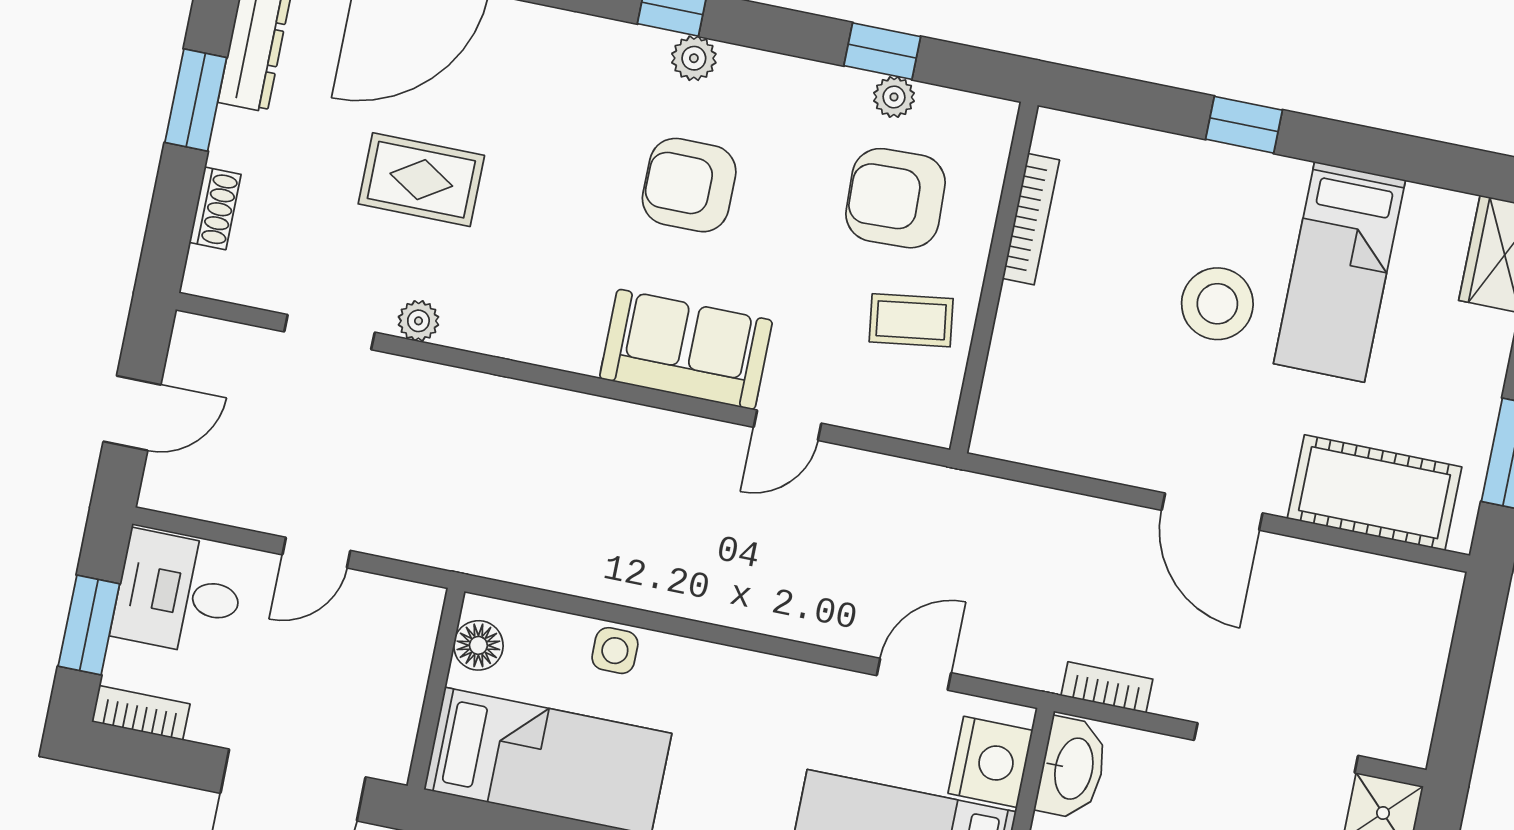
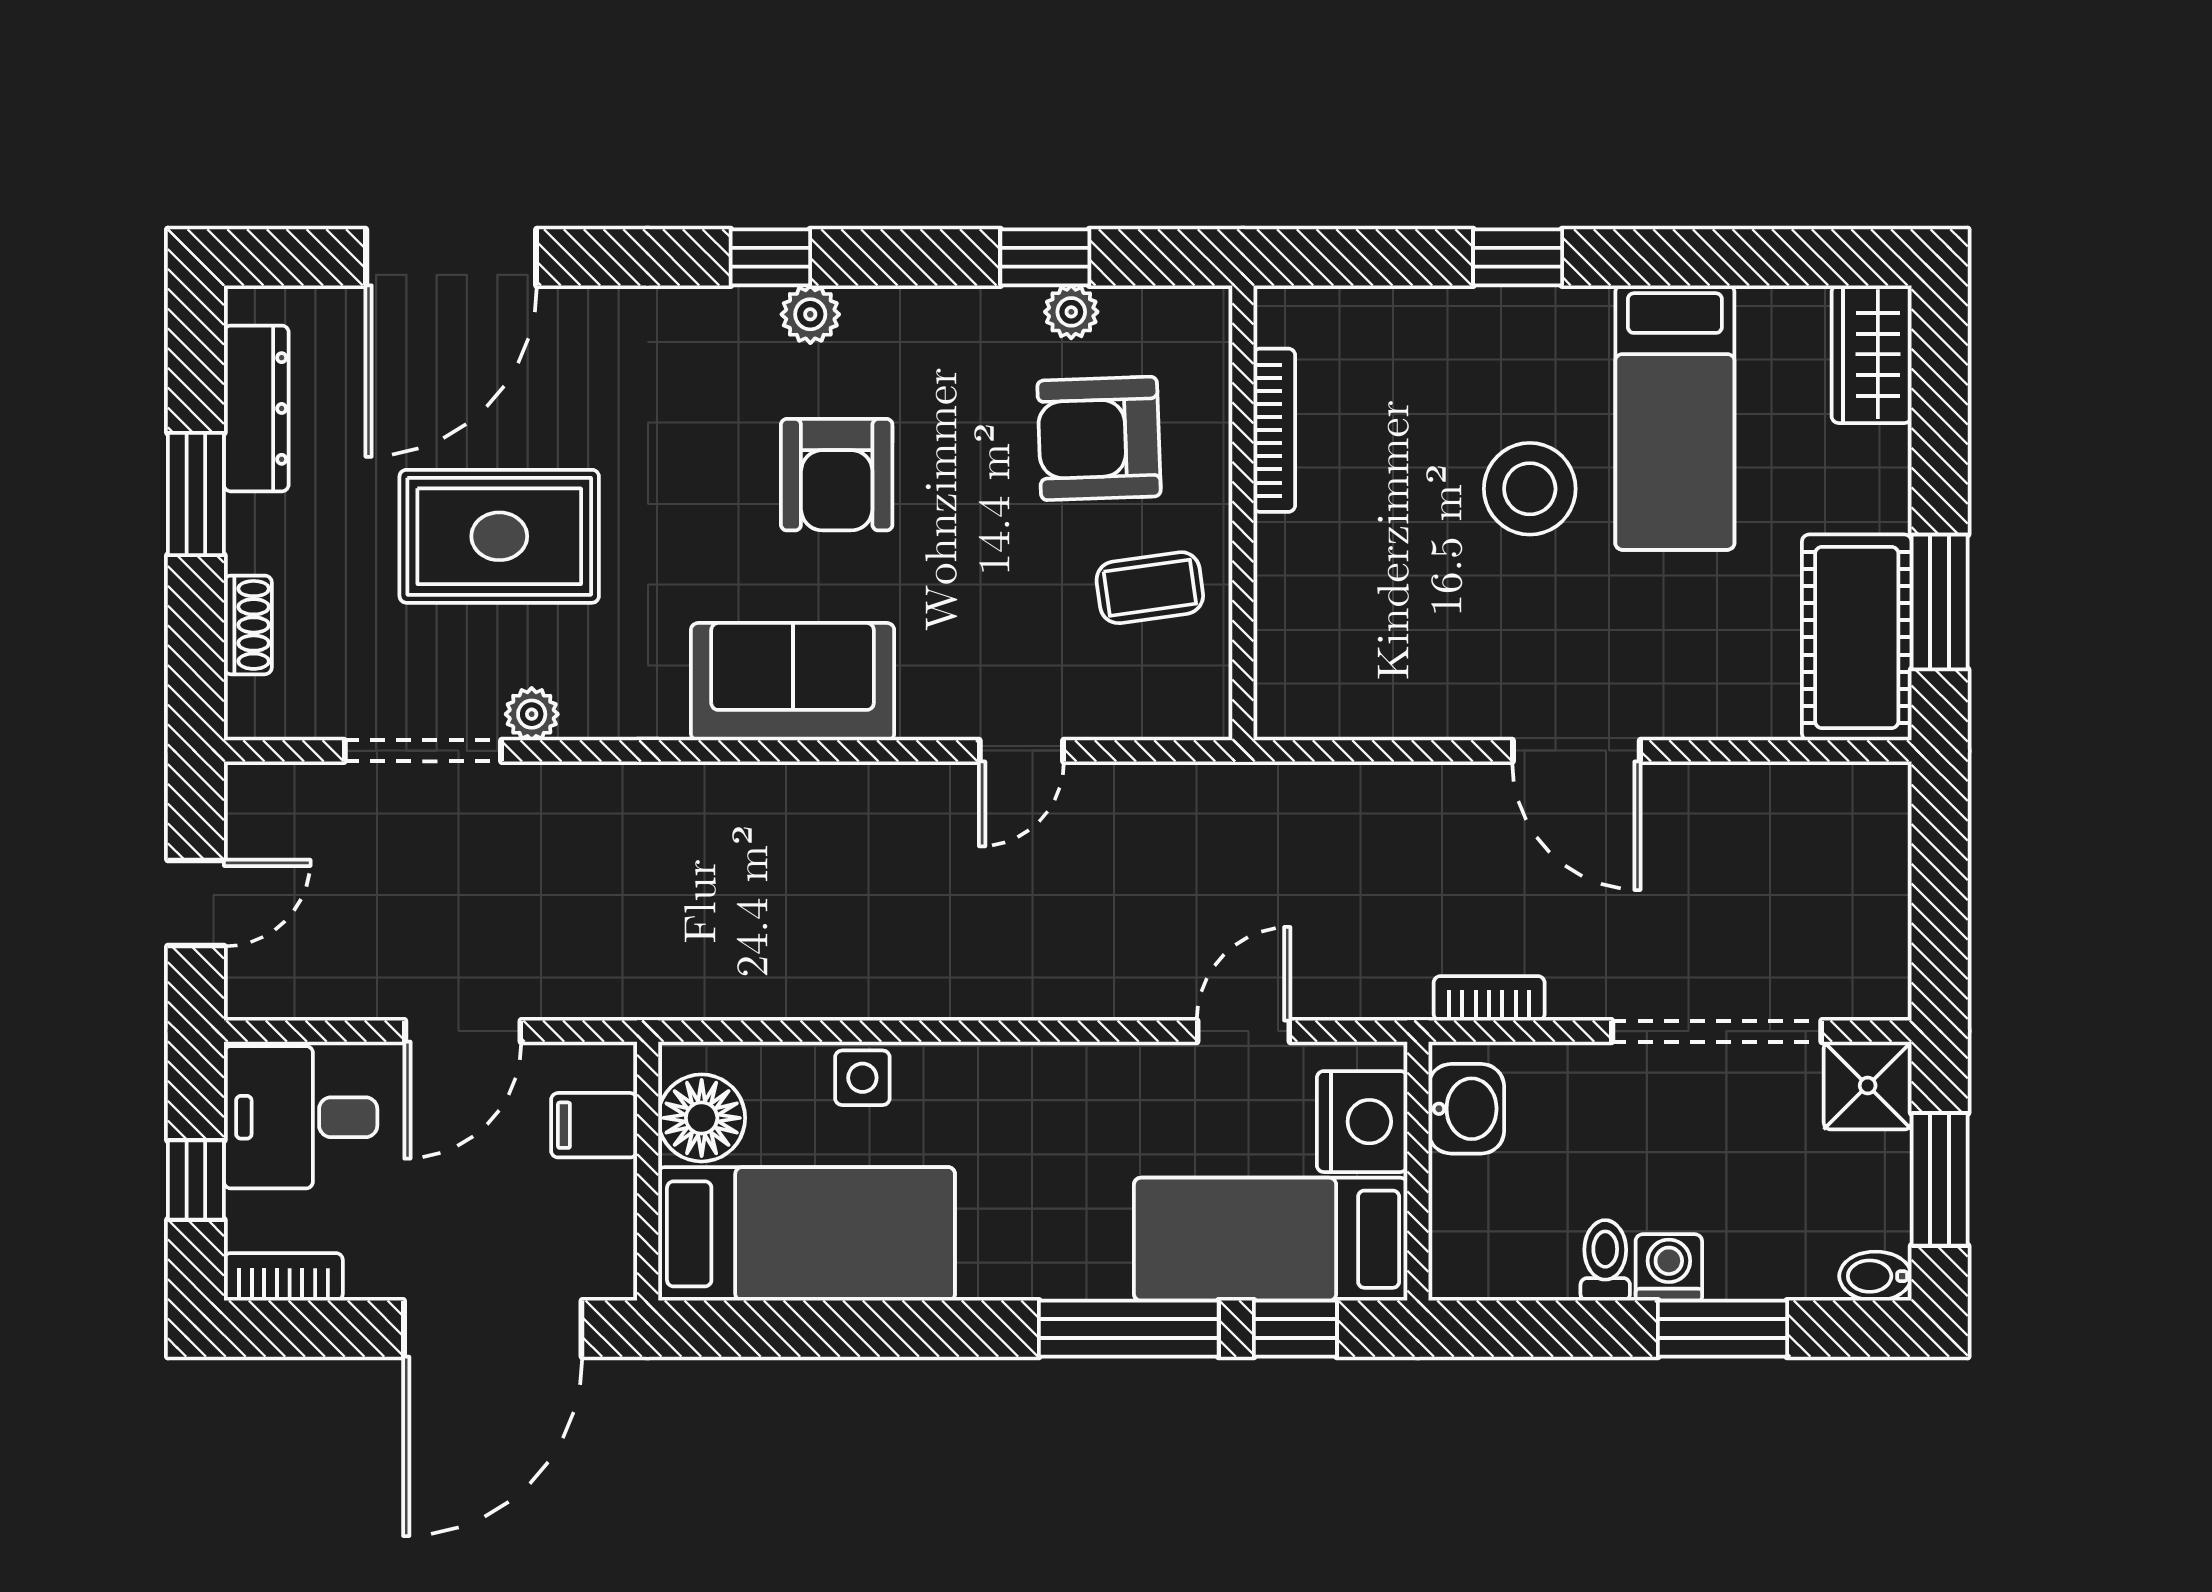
rug: (421, 180) -> (499, 536), width x1.36, depth x1.43
armchair: (689, 185) -> (837, 475), turned -90
doorway: (329, 332) -> (423, 751), width x1.38
sofa: (686, 349) -> (793, 682), moved
cot: (1375, 493) -> (1857, 637), moved, turned 90
door: (316, 553) -> (463, 1031), width x1.37
window: (89, 625) -> (196, 1180), width x0.67
filing cabinet: (402, 645) -> (594, 1125), added
floor lamp: (478, 645) -> (702, 1118), width x1.38, depth x1.38
washbasin: (1072, 768) -> (1466, 1109), width x0.72

